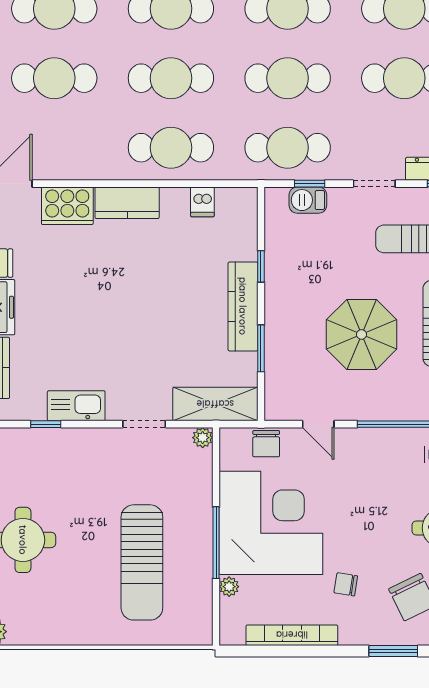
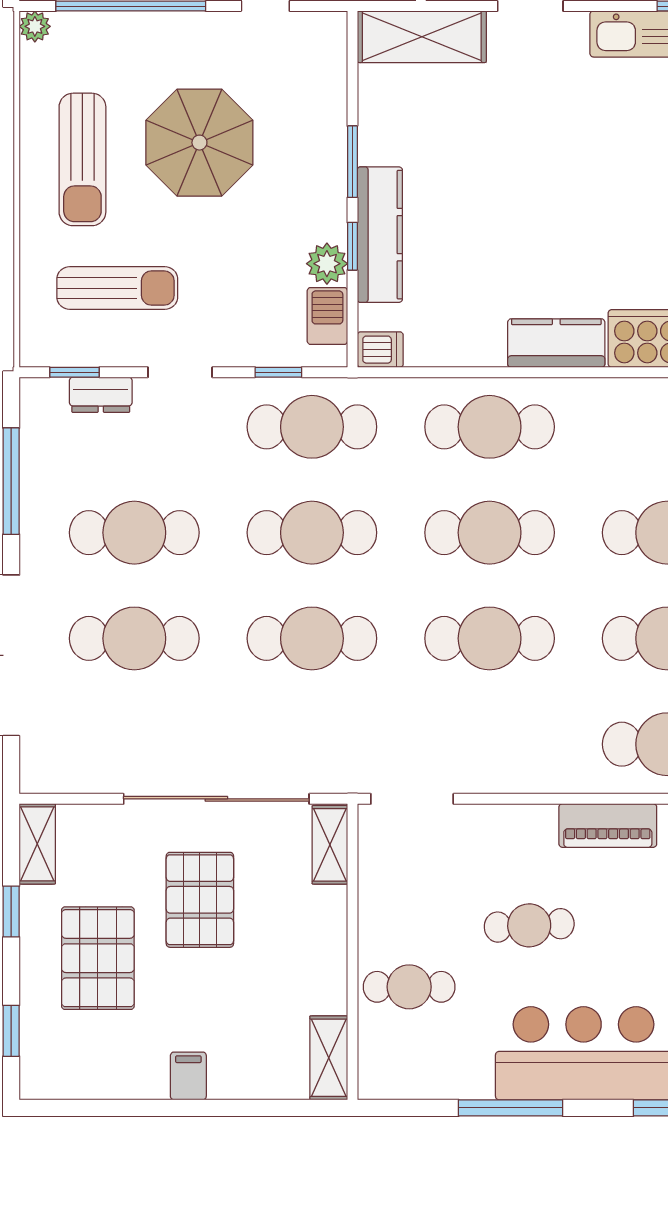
barbecue: (308, 200) -> (327, 316), moved, turned -90
dishwasher: (202, 202) -> (380, 350), moved, turned 90
plant: (278, 255) -> (327, 264), added
kitchen counter: (243, 306) -> (380, 235), moved
window: (261, 348) -> (352, 162), moved

